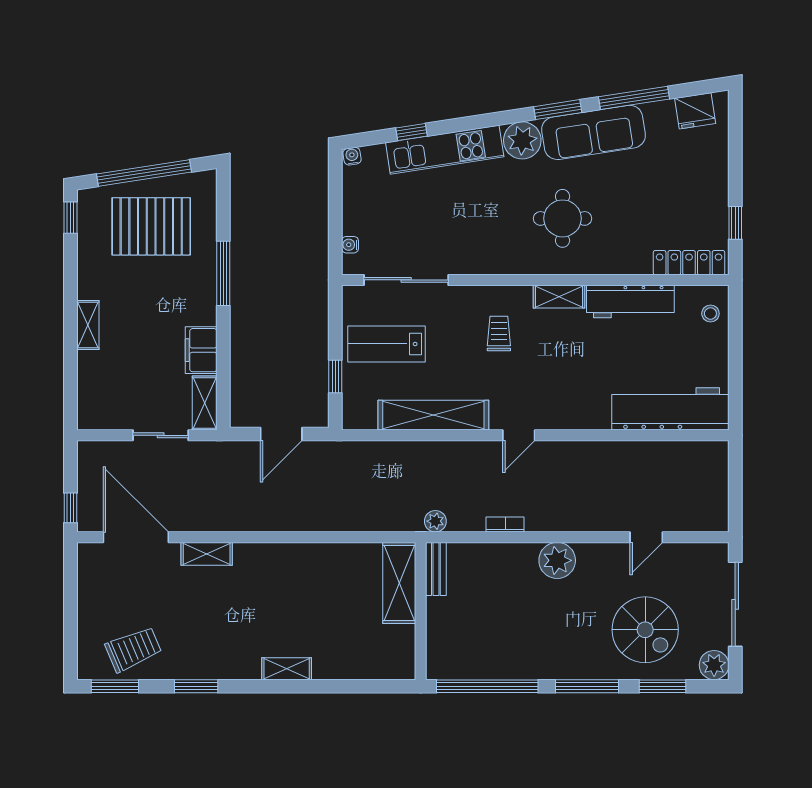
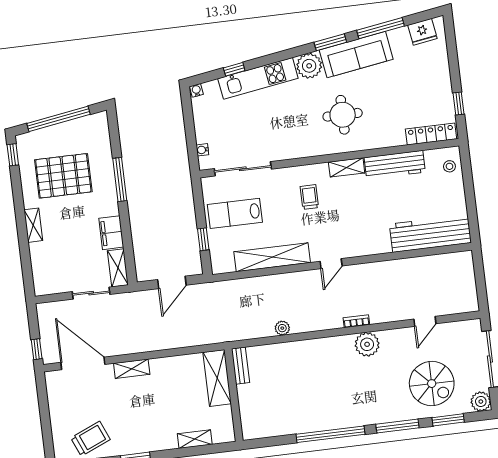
pallet: (151, 226) -> (63, 176), moved
bookcase: (505, 524) -> (356, 321), moved
bench: (436, 569) -> (240, 366), moved
shelving: (399, 583) -> (217, 378), moved
wall: (421, 611) -> (234, 395), moved

